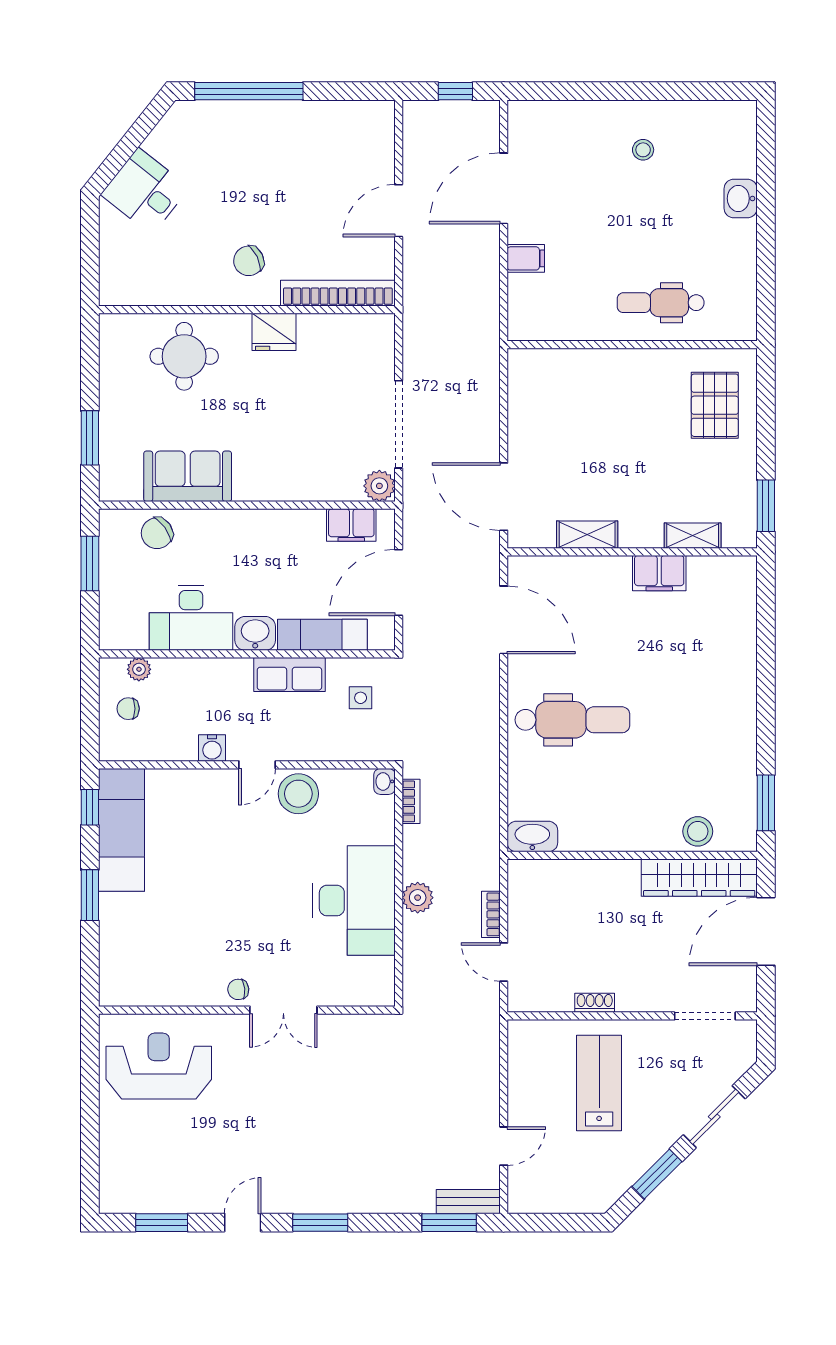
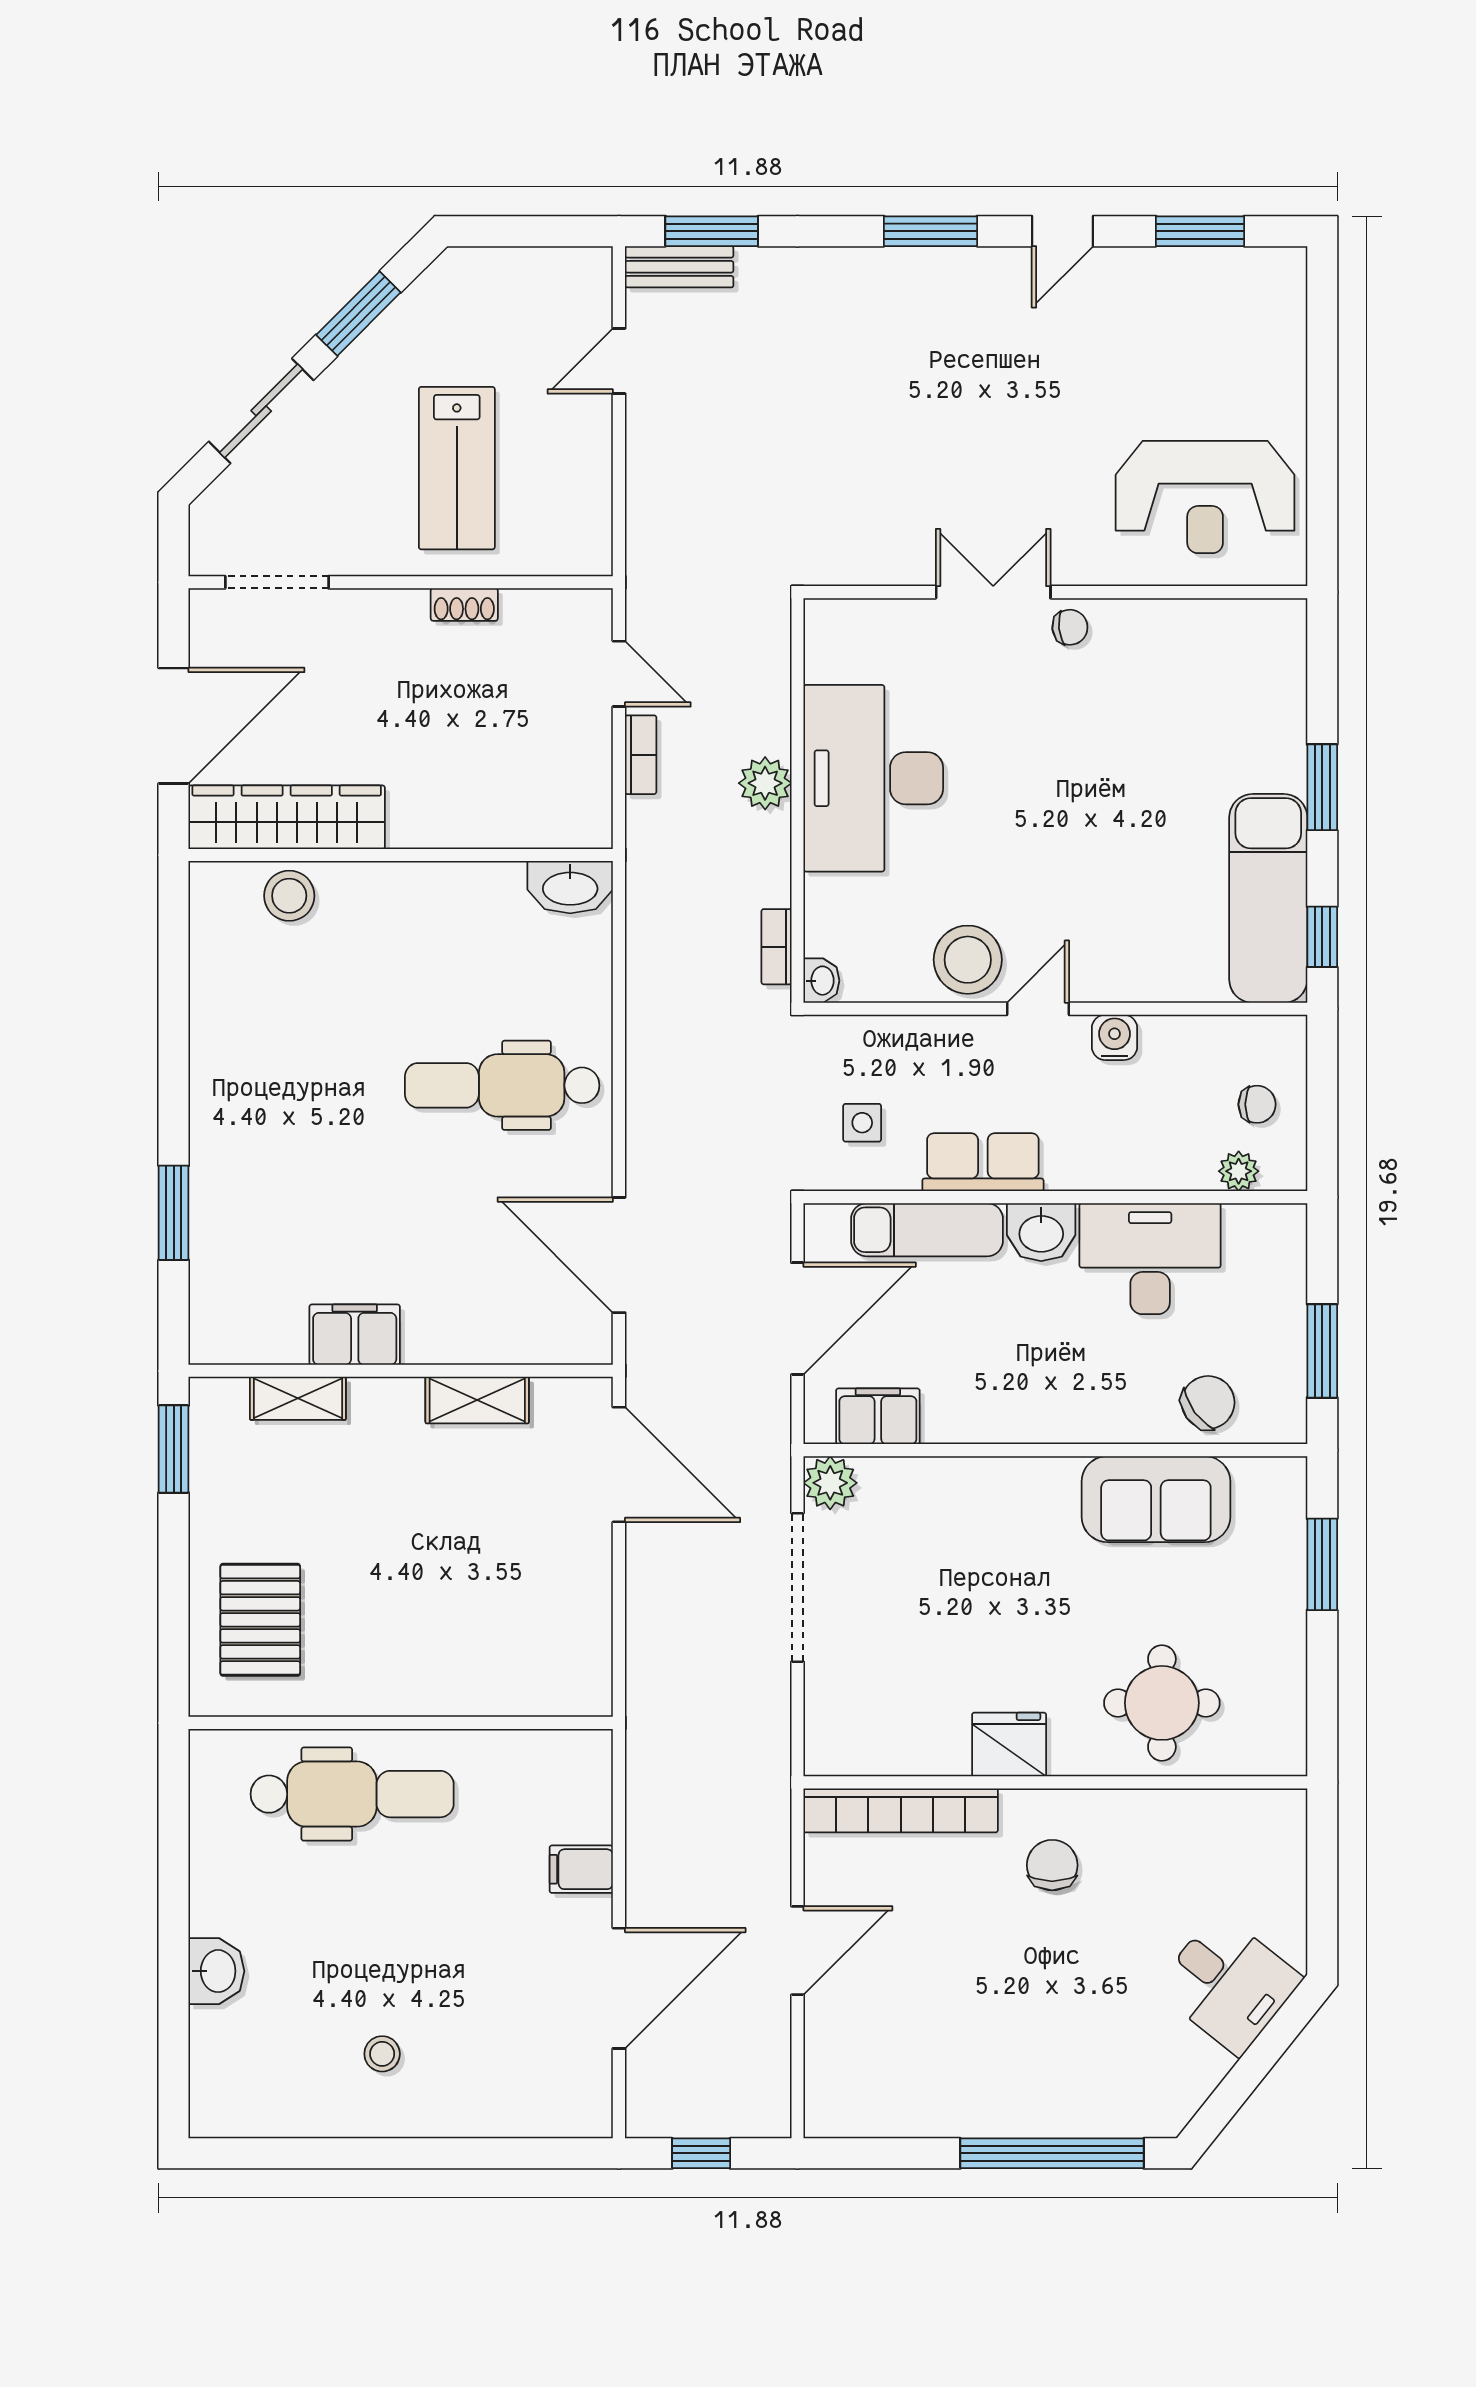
chair: (249, 261) -> (1052, 1865), turned -64
dental chair: (661, 303) -> (352, 1794), width x1.36, depth x1.38
window: (766, 803) -> (174, 1213), moved

